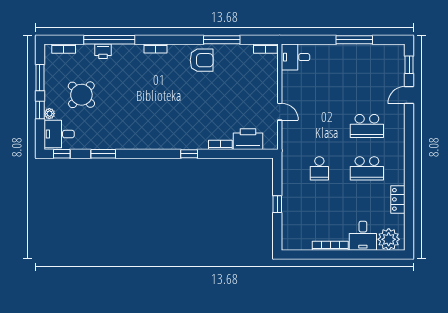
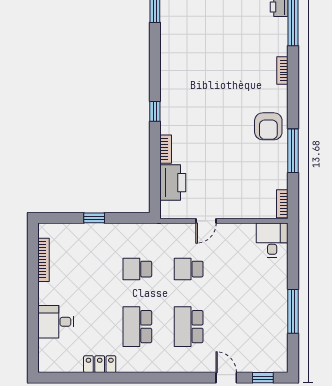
school desk: (319, 126) -> (189, 269), added
plant: (389, 239) -> (51, 353), removed
bookcase: (330, 246) -> (44, 260), moved

